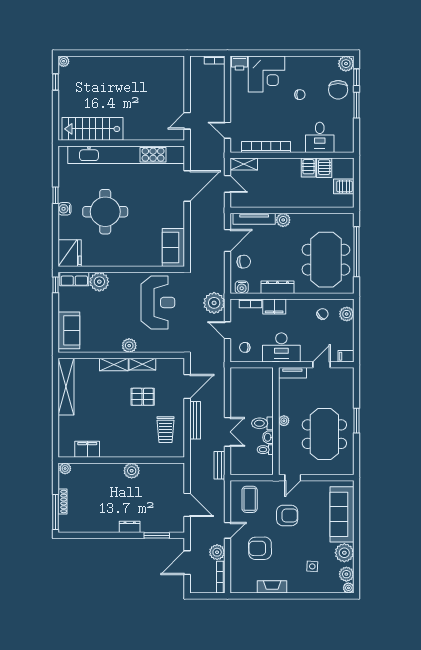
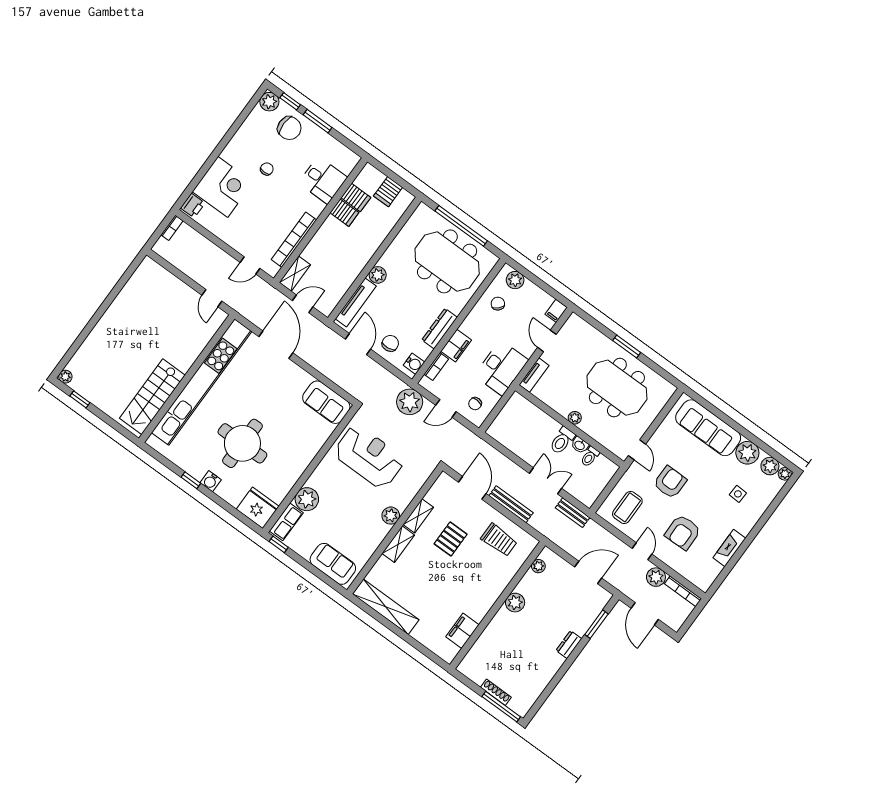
plant: (65, 468) -> (538, 566), moved
coffee table: (250, 499) -> (627, 507), turned 90

